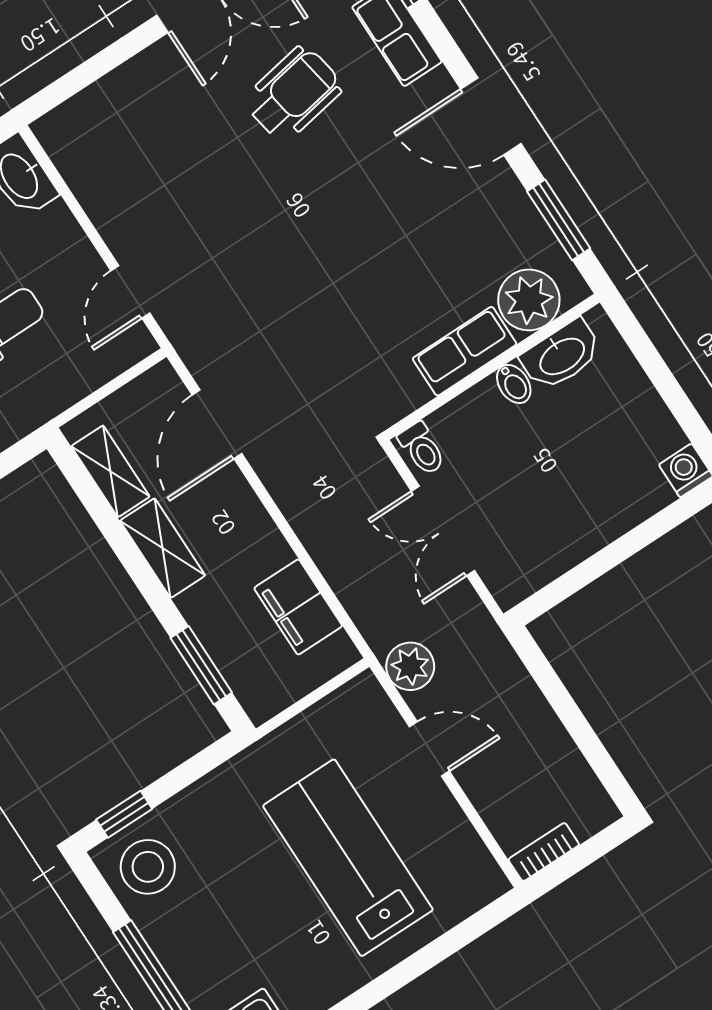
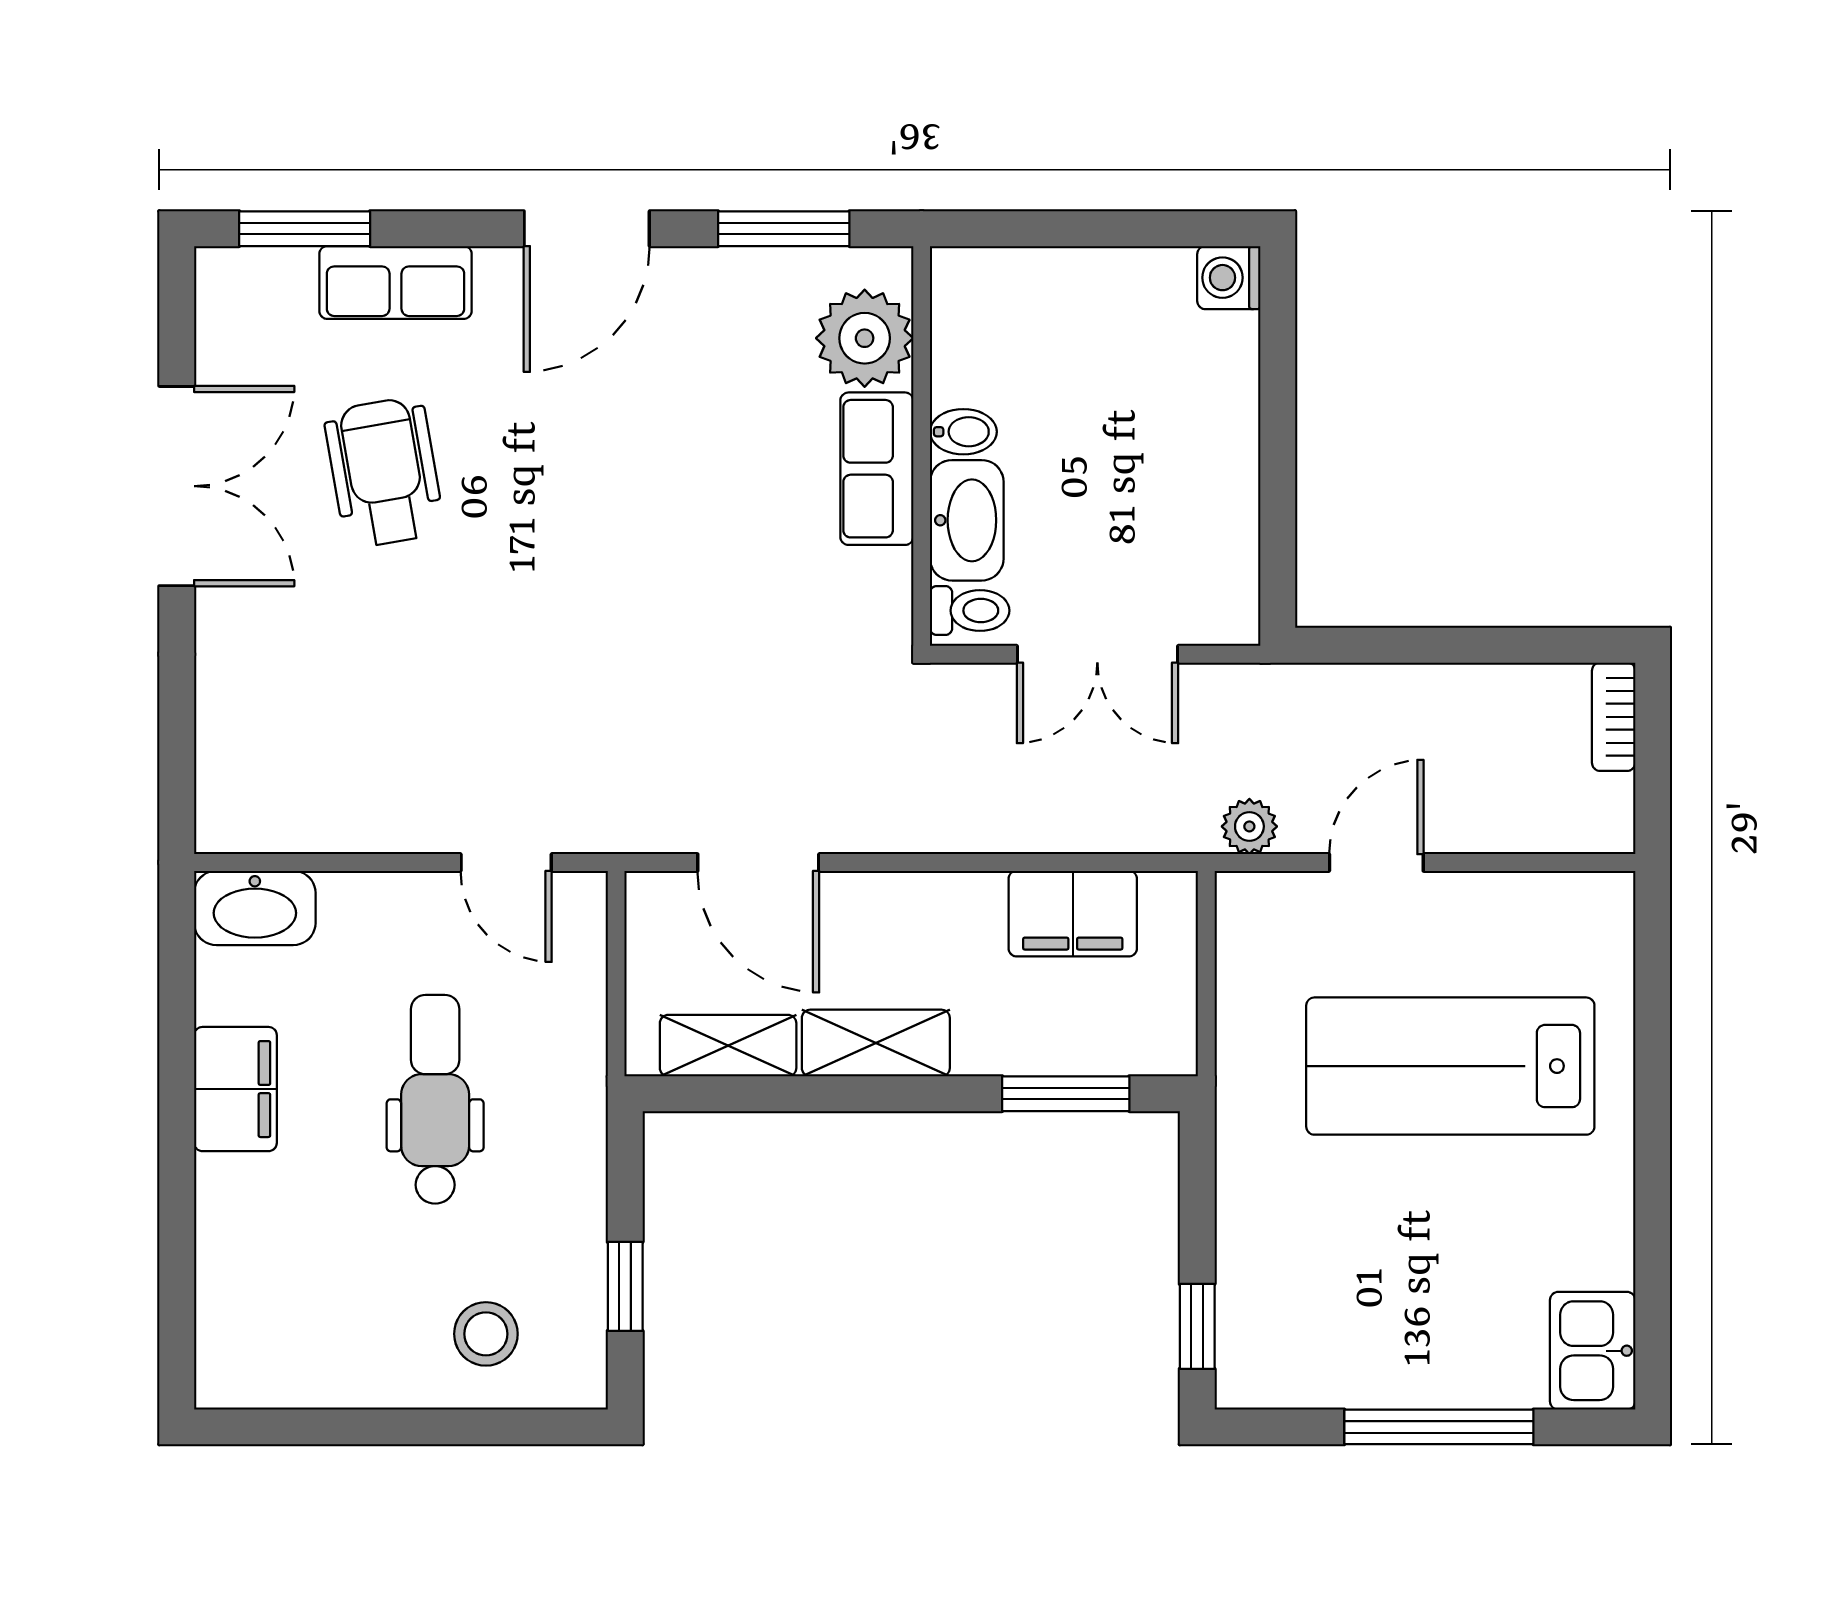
washbasin: (561, 355) -> (967, 520), moved
plant: (410, 666) -> (1249, 826), width x0.73, depth x0.73
bookcase: (544, 852) -> (1614, 717), moved
stool: (148, 867) -> (1288, 1341), removed

